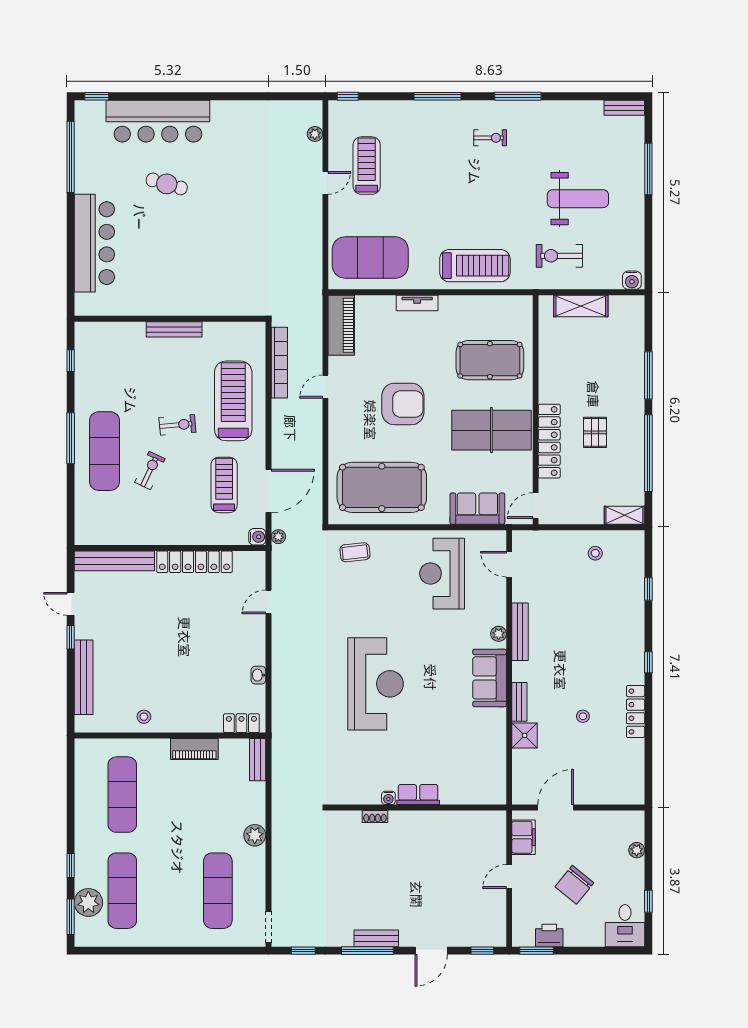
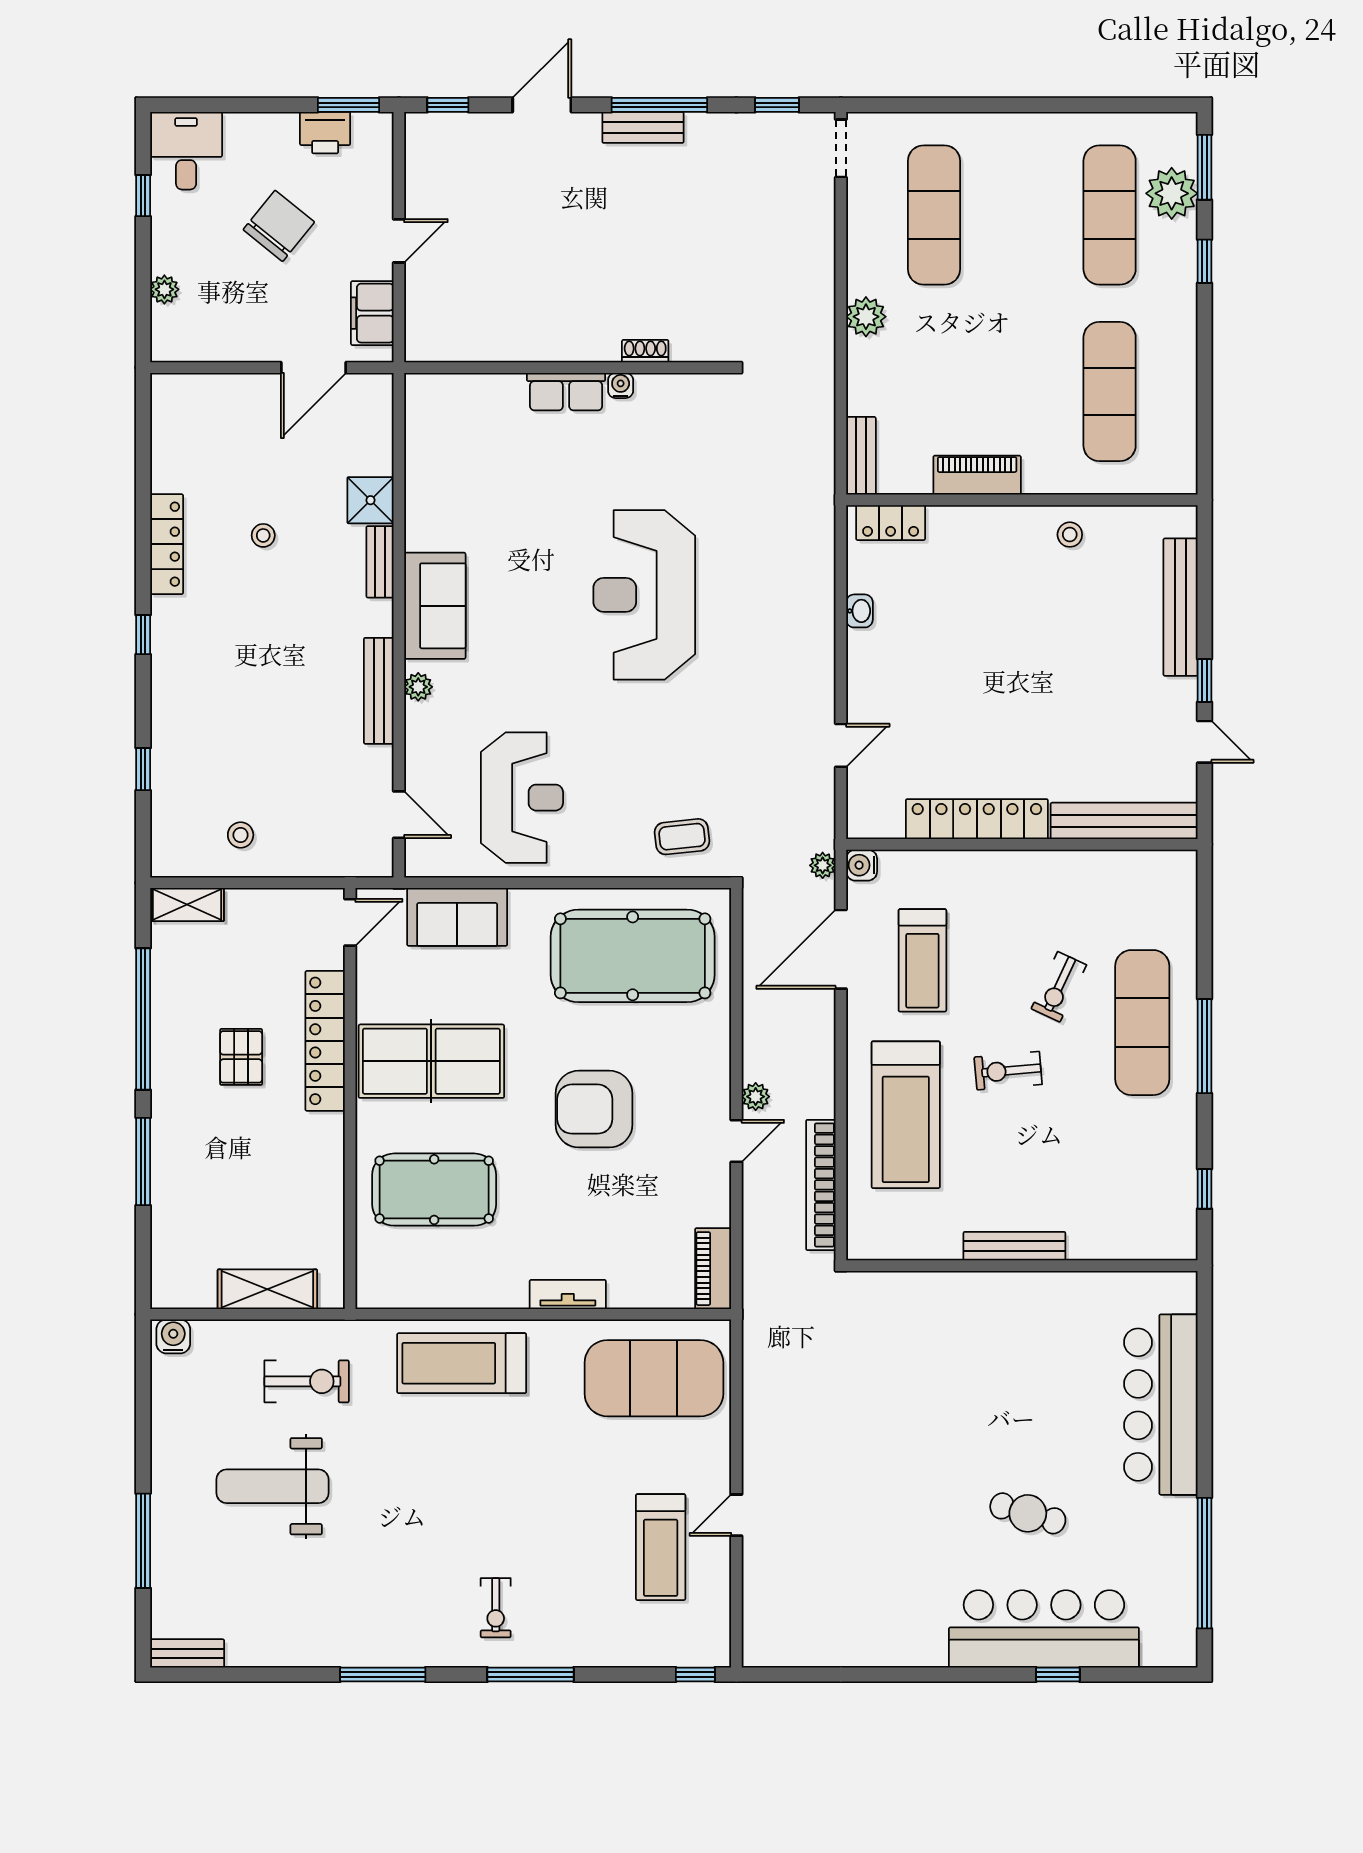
window: (97, 96) -> (1058, 1674), moved
plant: (315, 134) -> (756, 1097), moved
exercise bike: (490, 138) -> (496, 1608), moved, turned -90
piano: (341, 325) -> (713, 1269), width x0.73, depth x0.75

